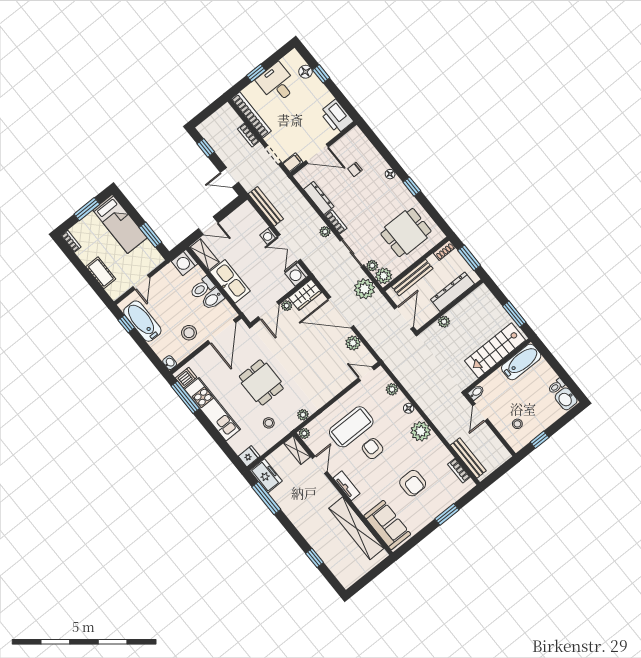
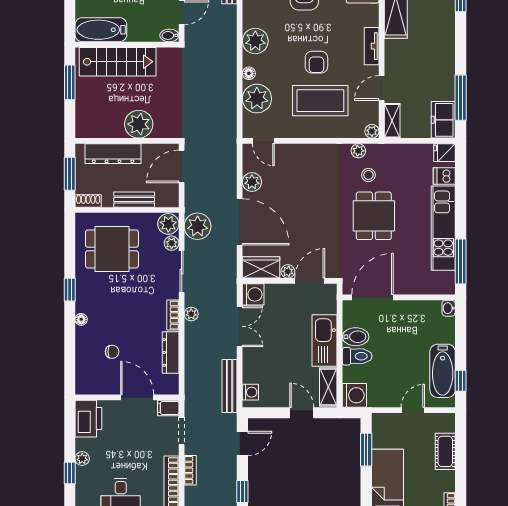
floor lamp: (305, 72) -> (83, 488), removed
plant: (321, 89) -> (82, 459), added
door: (229, 177) -> (242, 443), hinge flipped
washing machine: (268, 236) -> (250, 392), moved
bench: (412, 278) -> (134, 200), width x0.73
plant: (444, 322) -> (139, 124), width x1.87, depth x1.87
stool: (189, 333) -> (406, 322), removed
dishwasher: (186, 378) -> (444, 176), moved
plant: (392, 389) -> (257, 99), width x1.87, depth x1.87
stool: (269, 423) -> (368, 175), moved

